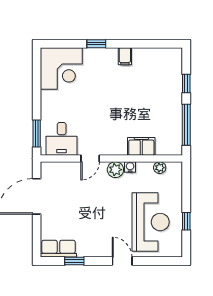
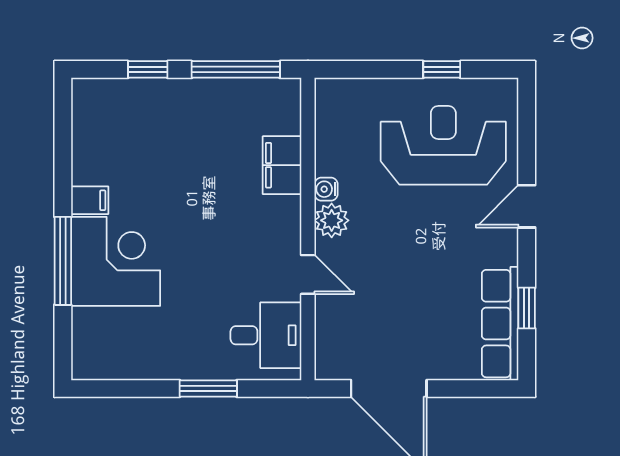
window: (96, 44) -> (63, 261), width x2.17
corner desk: (61, 68) -> (116, 261), moved
window: (37, 134) -> (208, 389), moved
plant: (160, 168) -> (327, 126), removed
row of seats: (58, 249) -> (500, 324), width x1.48

